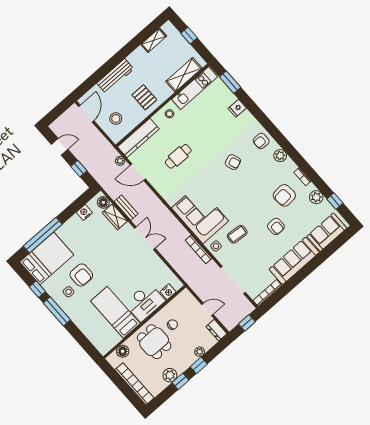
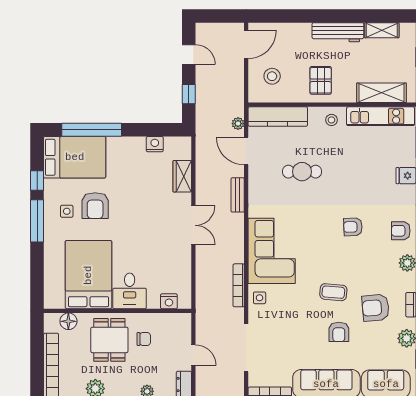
workbench: (115, 76) -> (338, 32), moved
armchair: (233, 162) -> (353, 227), turned 108
floor lamp: (103, 202) -> (183, 151), removed
bench: (126, 208) -> (238, 195), moved
coffee table: (237, 234) -> (333, 292), moved
desk: (145, 302) -> (130, 291), width x0.73
bed: (115, 312) -> (88, 275), width x1.50

